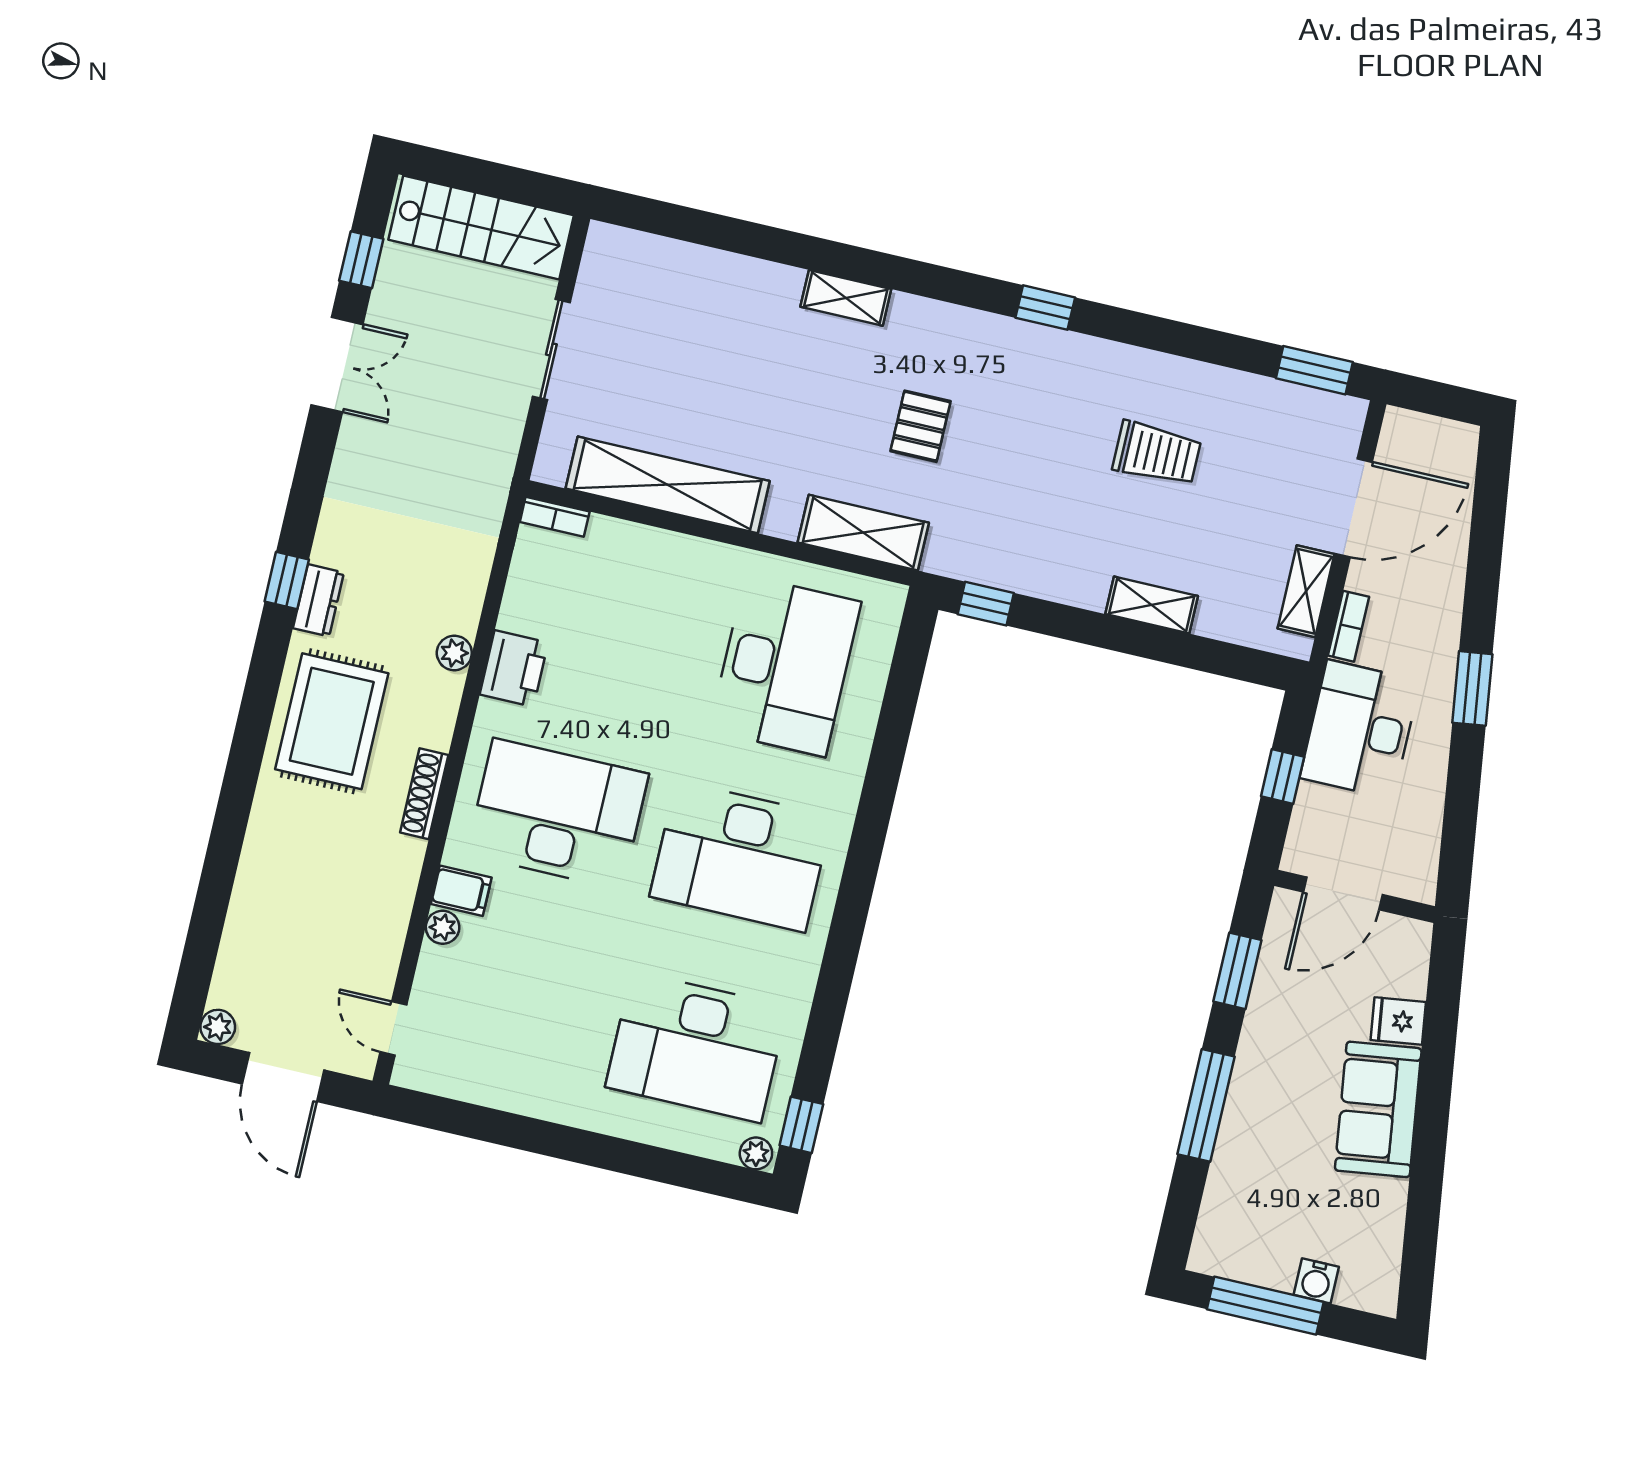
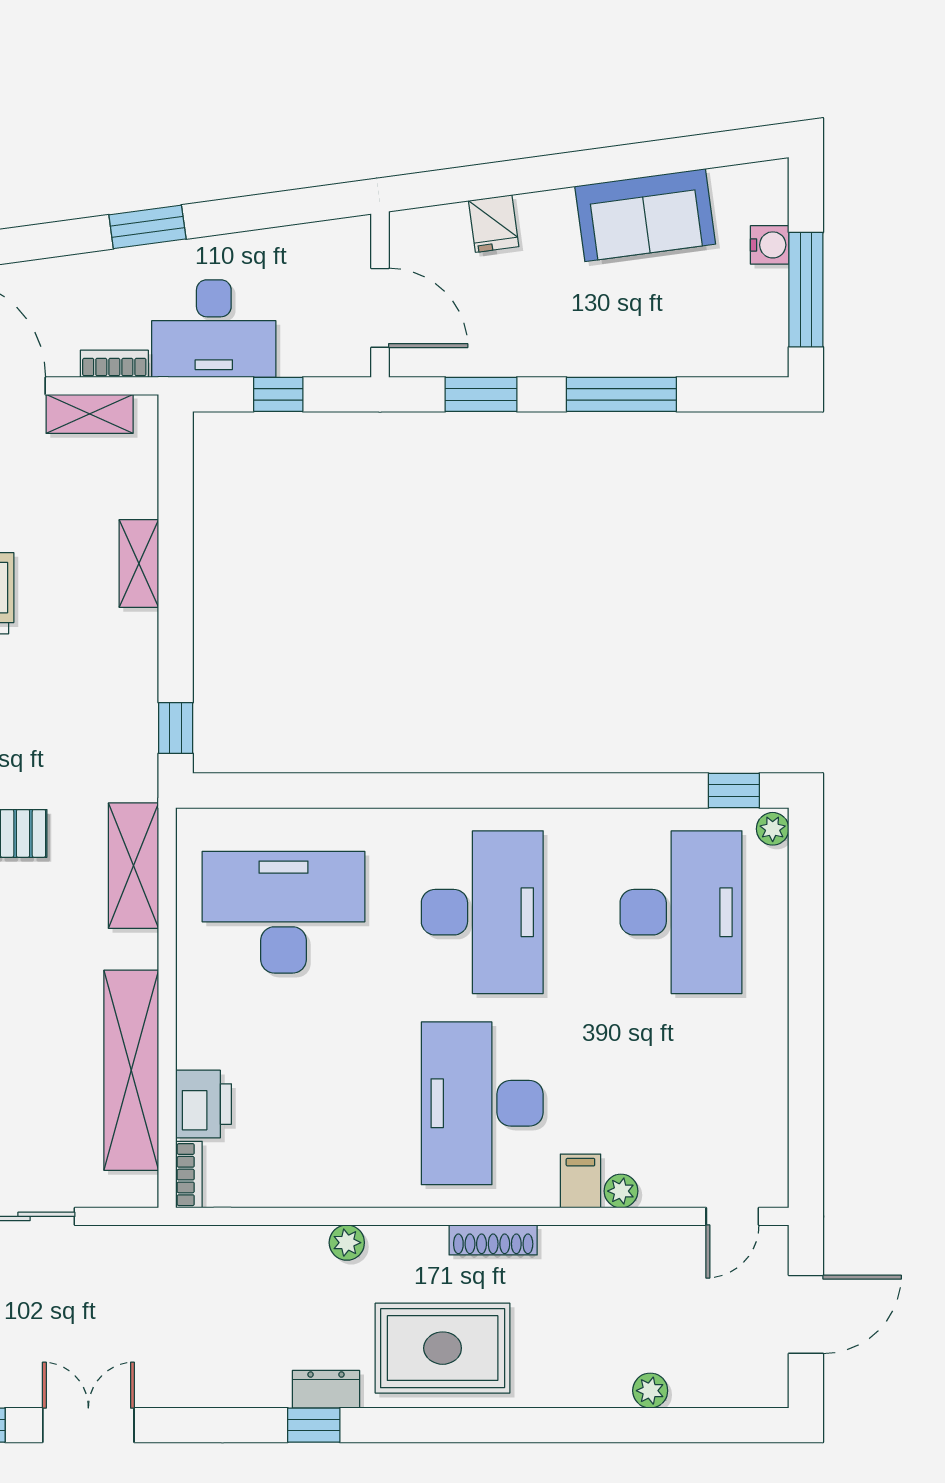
printer: (514, 668) -> (204, 1104), moved, turned 90
plant: (218, 1027) -> (650, 1391), moved
sofa: (1378, 1109) -> (645, 215), moved

